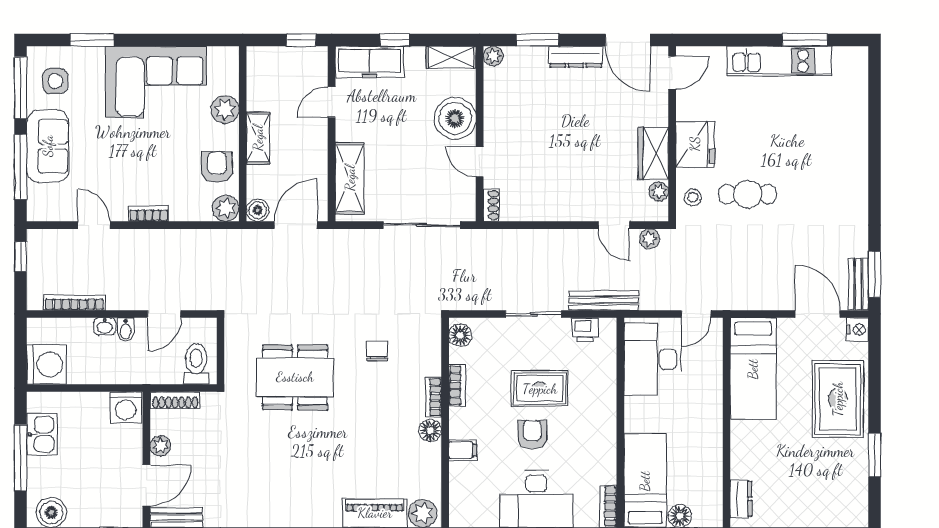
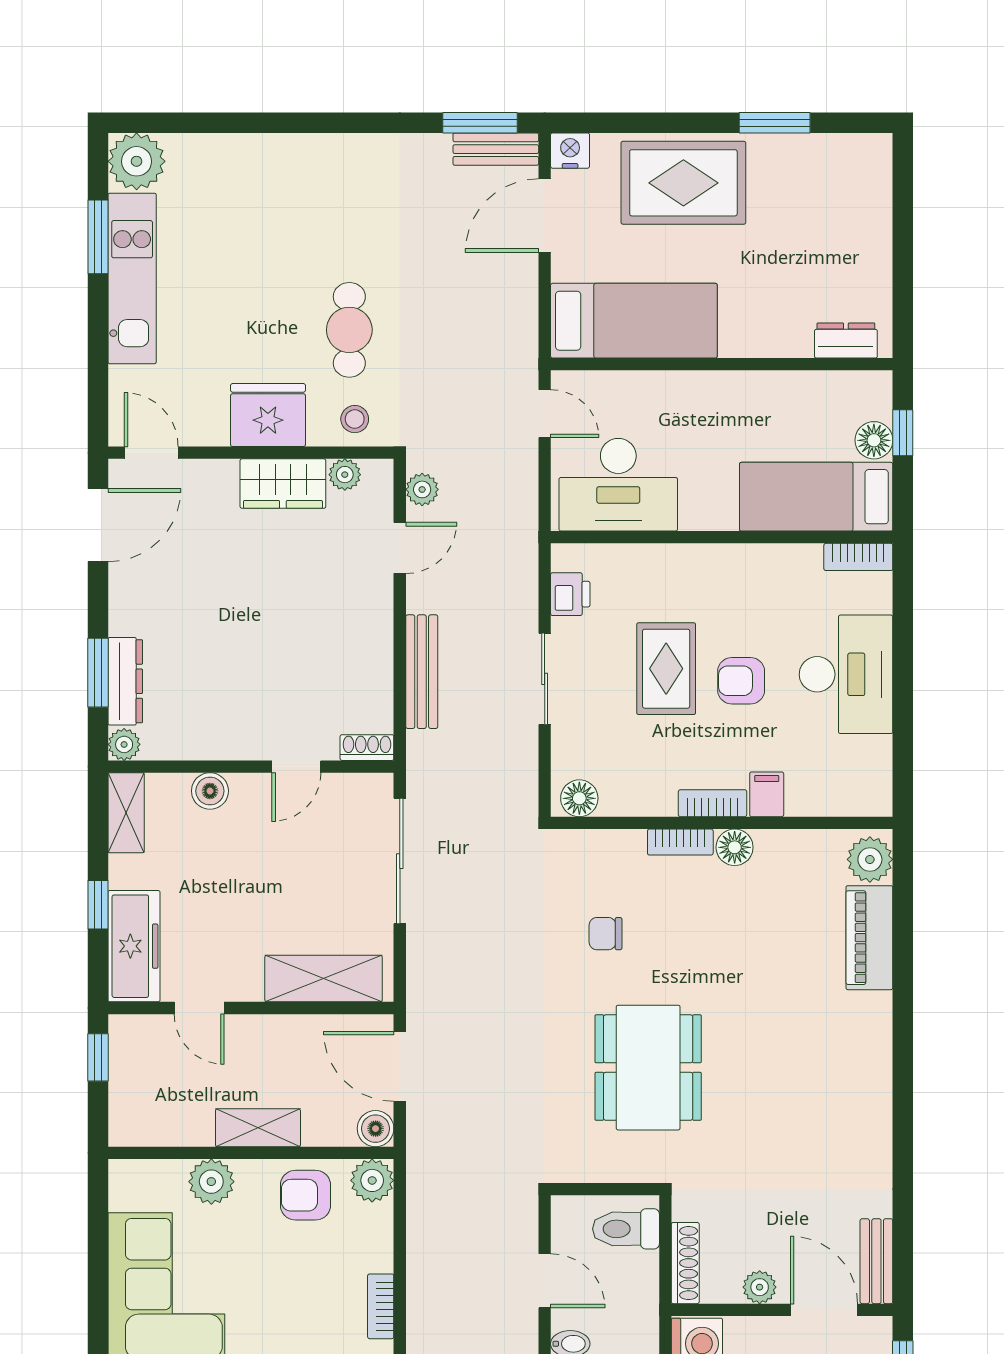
dresser: (576, 57) -> (125, 681), moved
plant: (851, 64) -> (137, 161), added
boiler: (455, 118) -> (210, 791), width x0.54, depth x0.54
bench: (604, 301) -> (422, 672), moved
bookcase: (457, 385) -> (712, 803), moved

